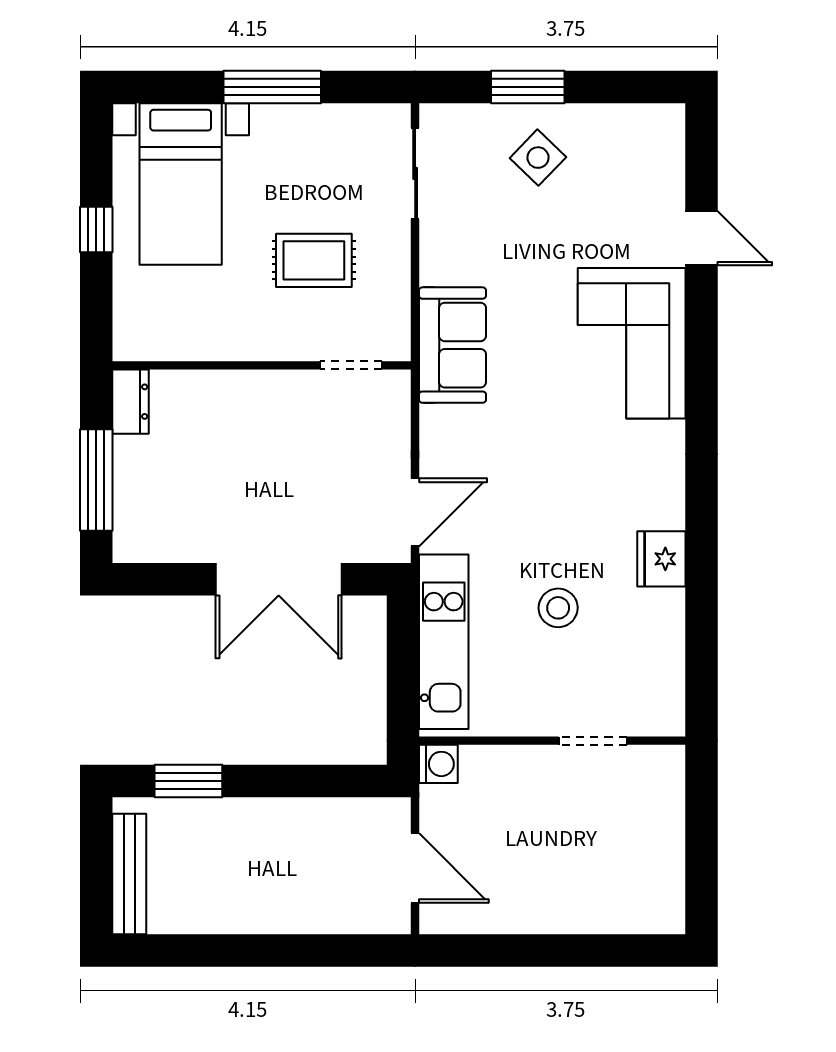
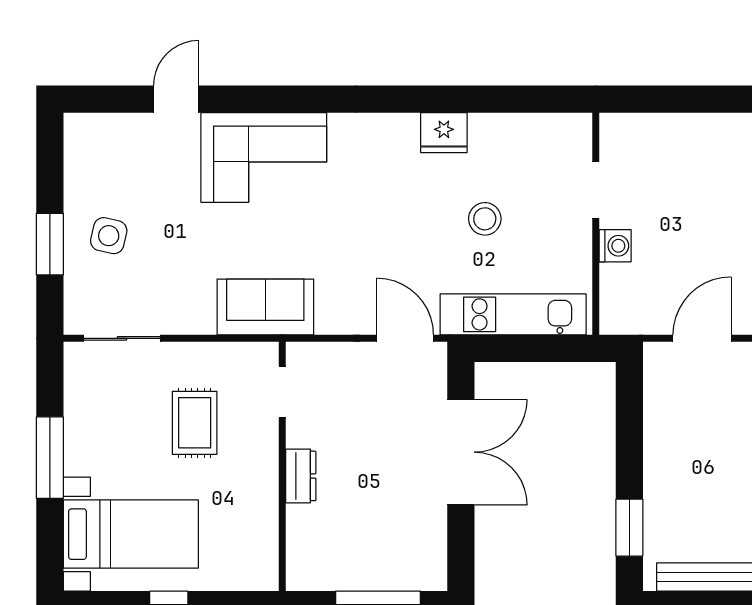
side table: (538, 158) -> (109, 236), turned -31
dresser: (131, 402) -> (301, 476), moved, turned 90
washing machine: (438, 764) -> (615, 246), moved, turned 90

